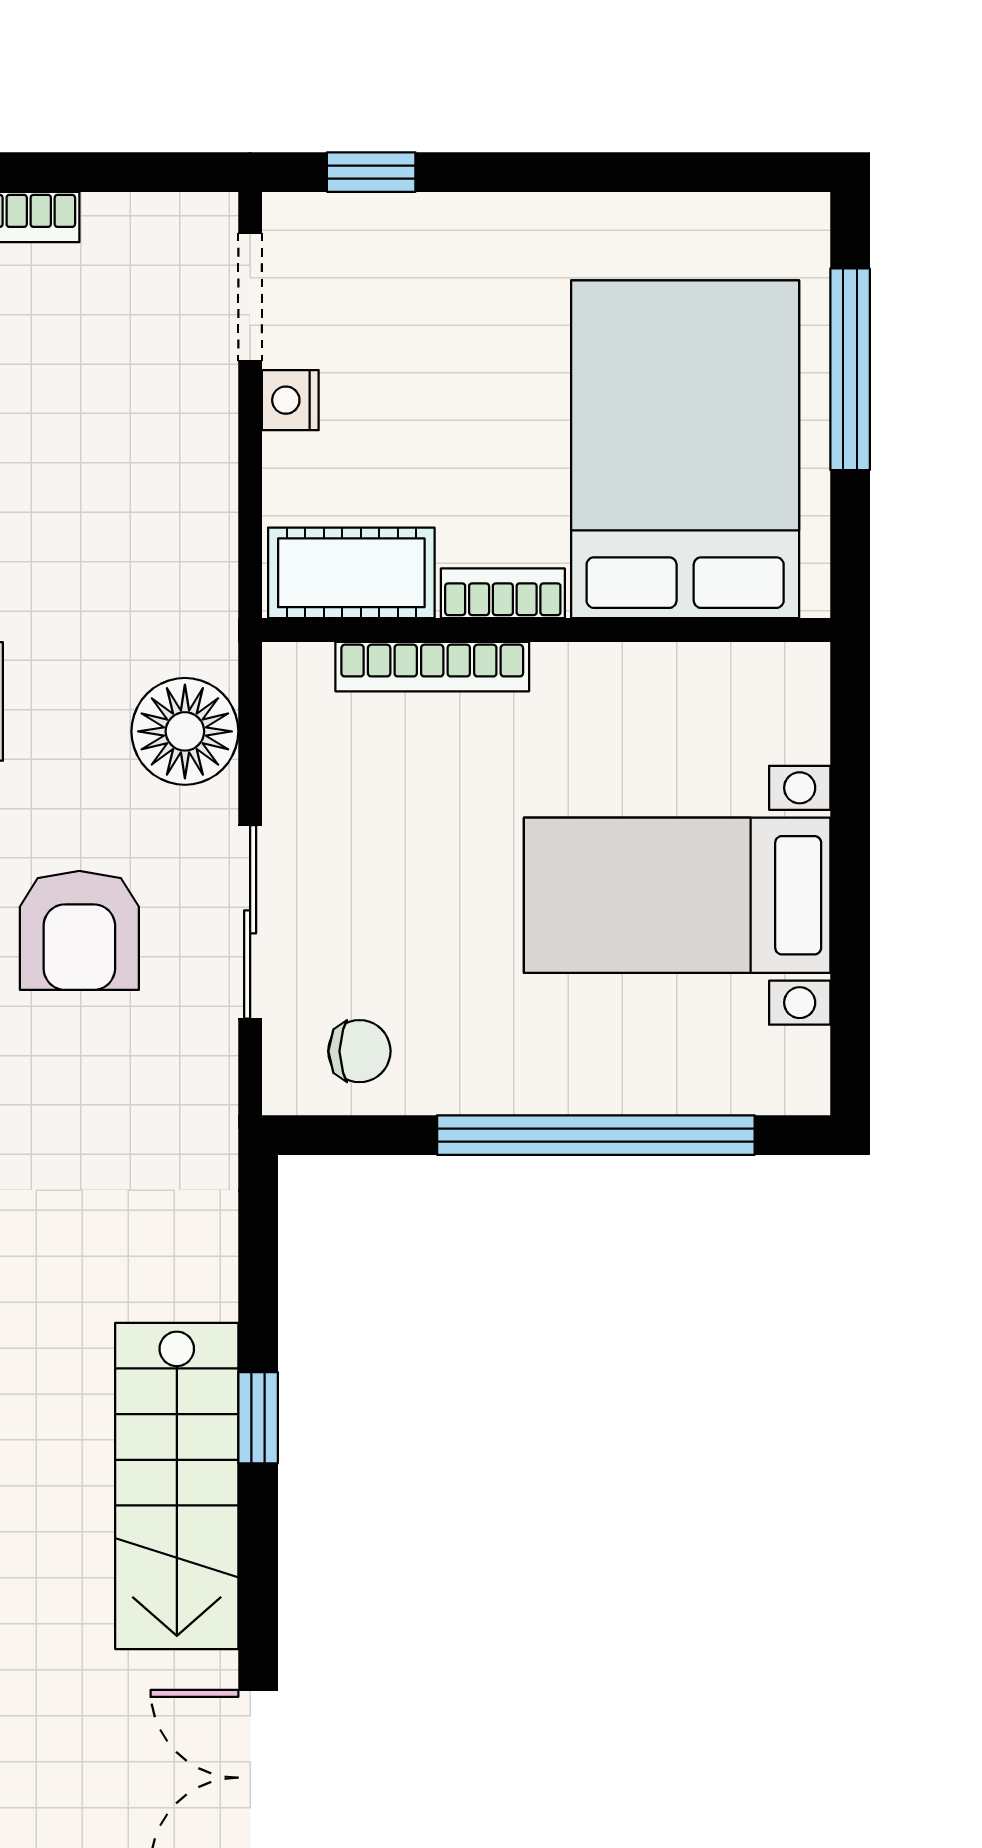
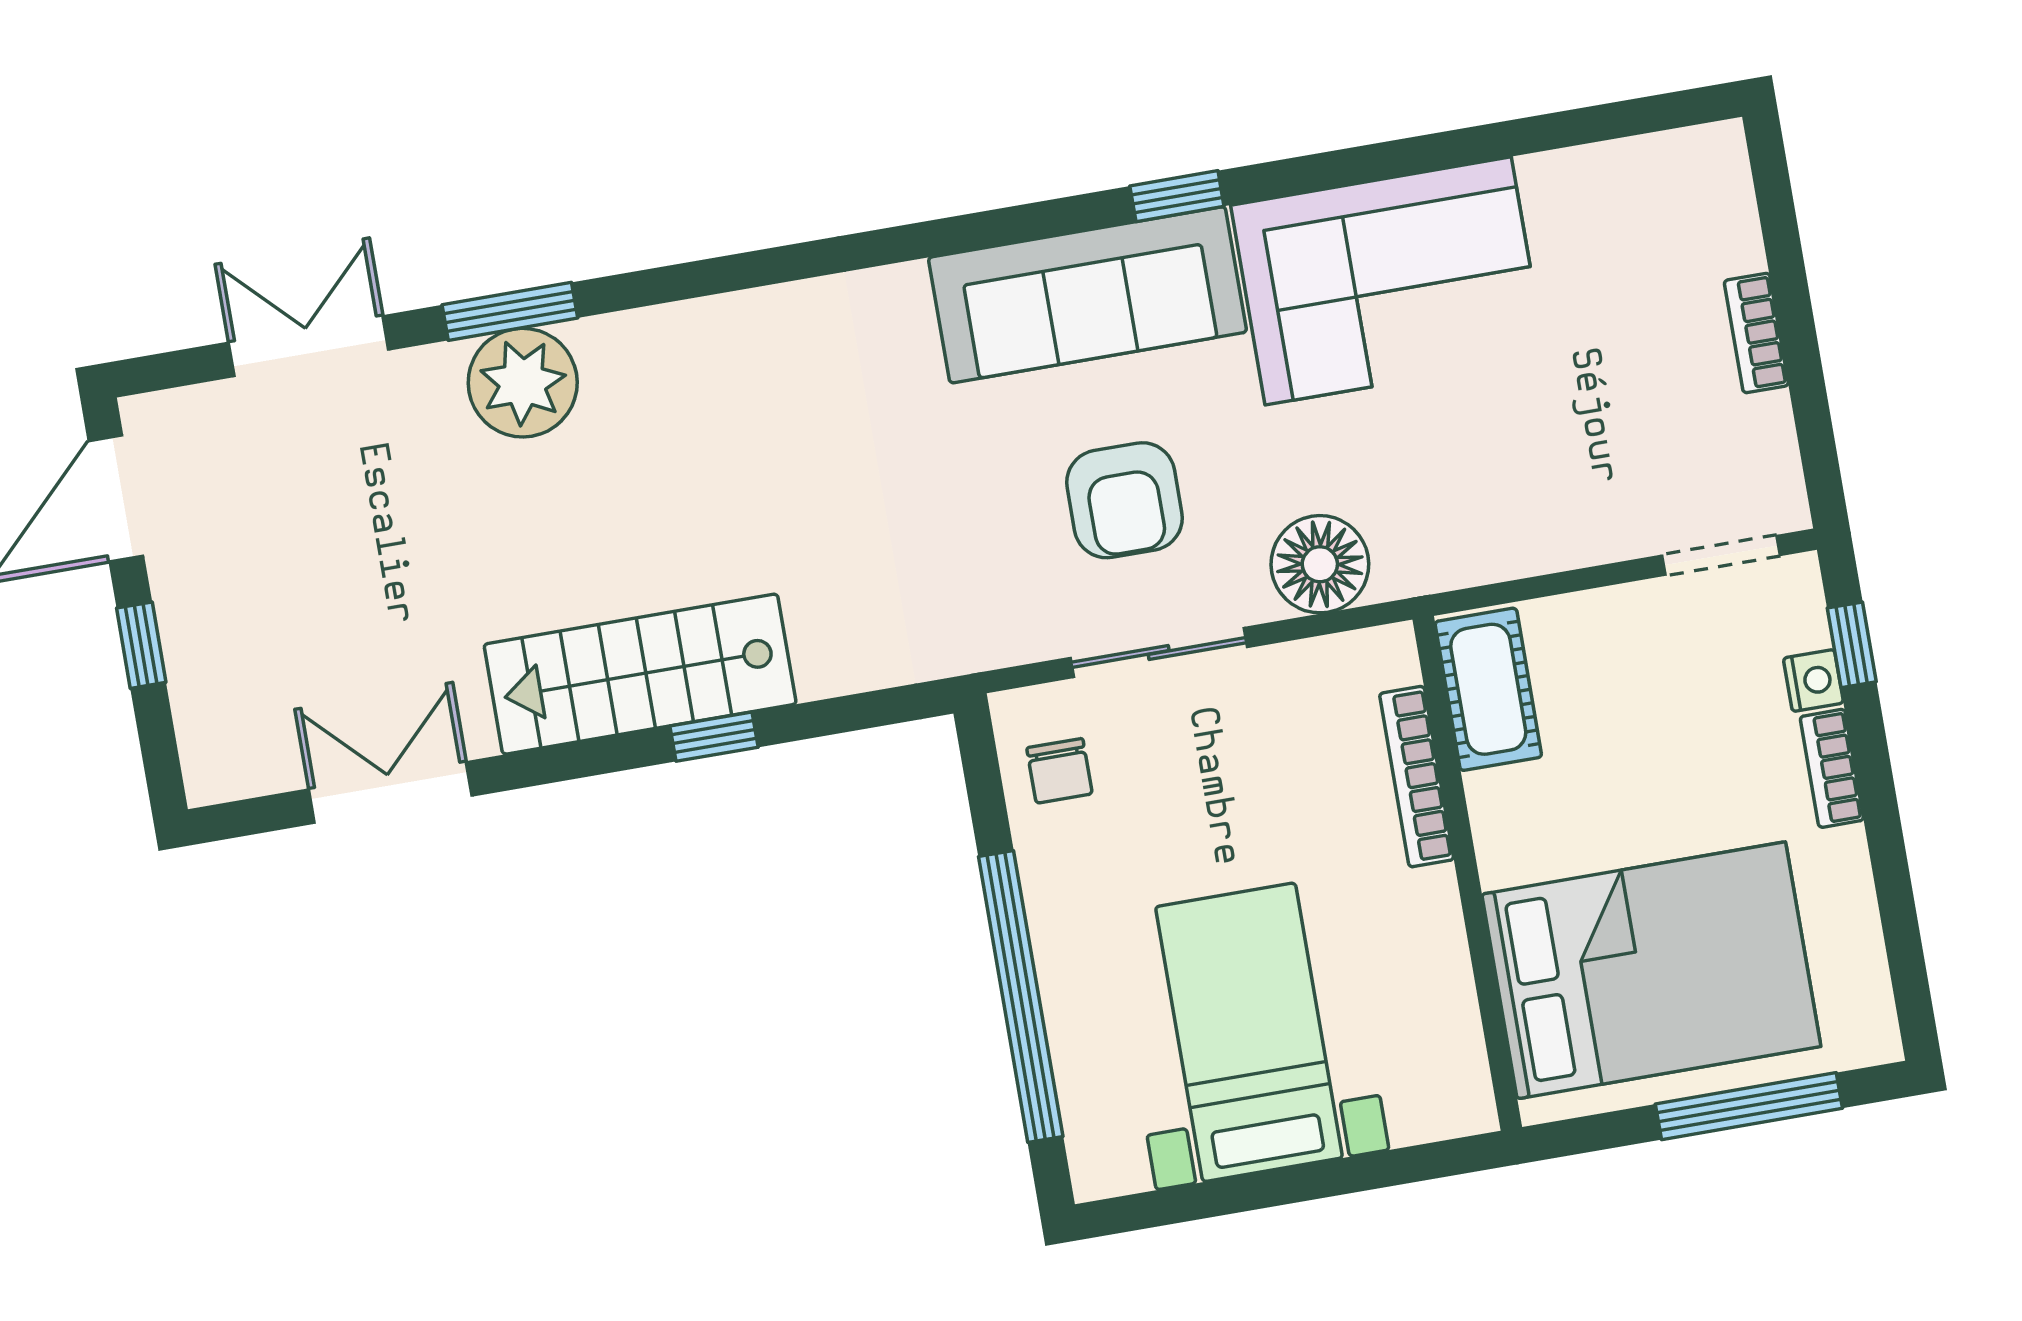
nightstand: (290, 400) -> (1813, 680), moved, turned 90
bookcase: (503, 593) -> (1832, 768), moved, turned 180
armchair: (79, 930) -> (1124, 500), turned -90

